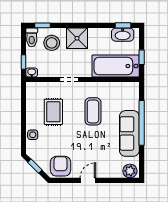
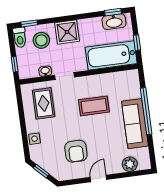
washbasin: (32, 72) -> (45, 71), moved
coffee table: (93, 111) -> (94, 106), turned 90
rug: (53, 112) -> (44, 103), moved
armchair: (61, 166) -> (76, 151), moved, turned 180
plant: (130, 171) -> (130, 164), moved

